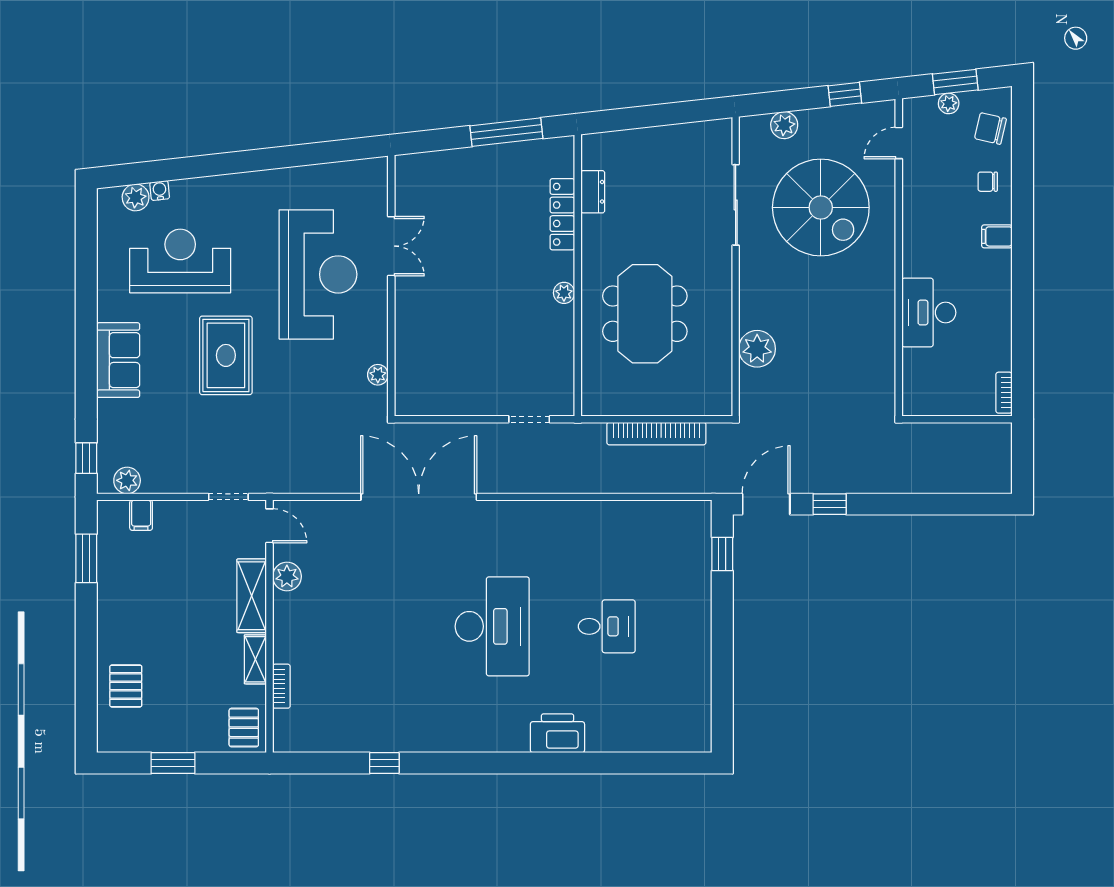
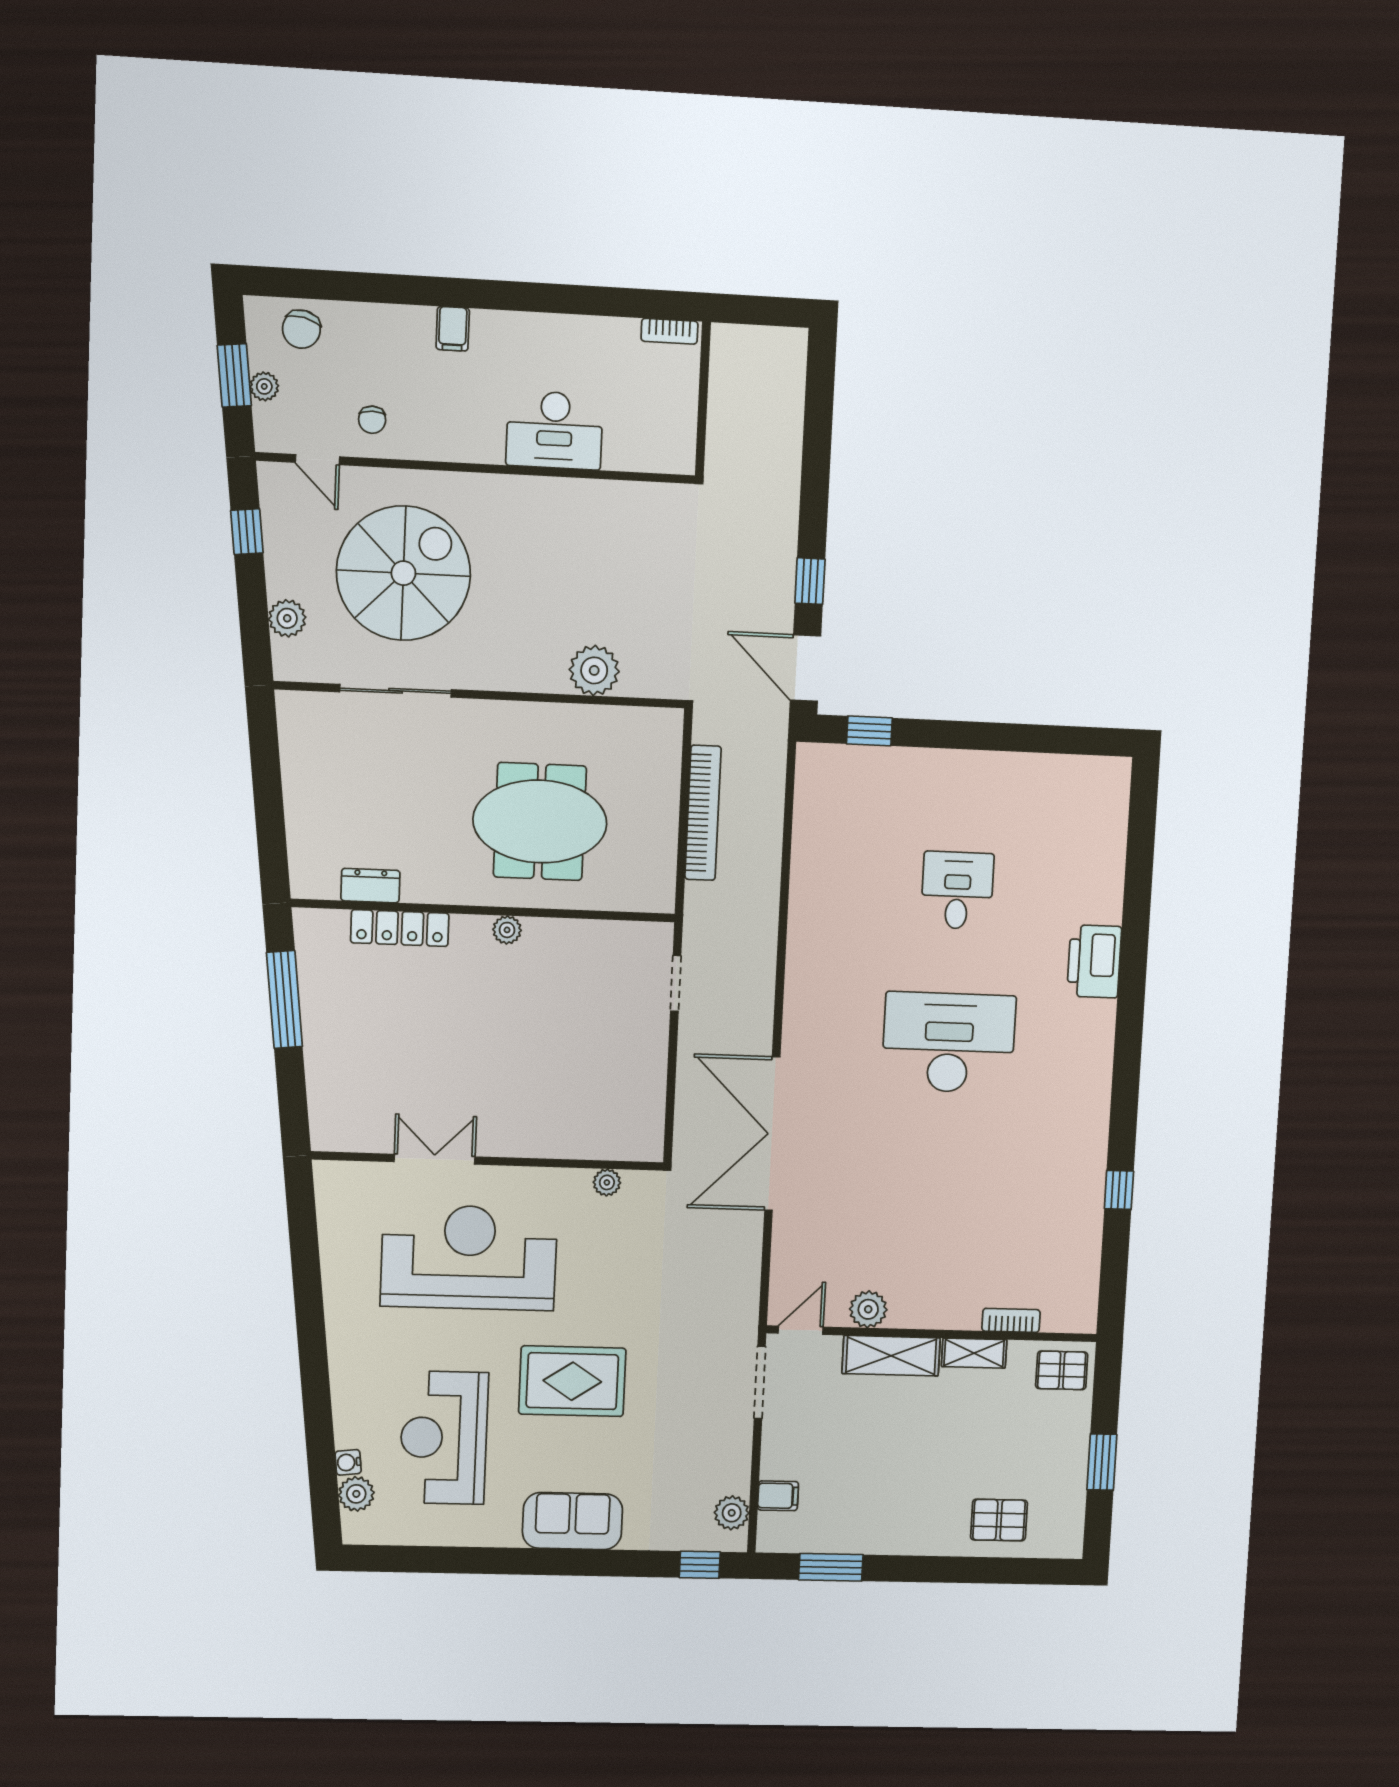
chair: (988, 182) -> (372, 420), moved
doorway: (228, 497) -> (760, 1382), width x1.38

